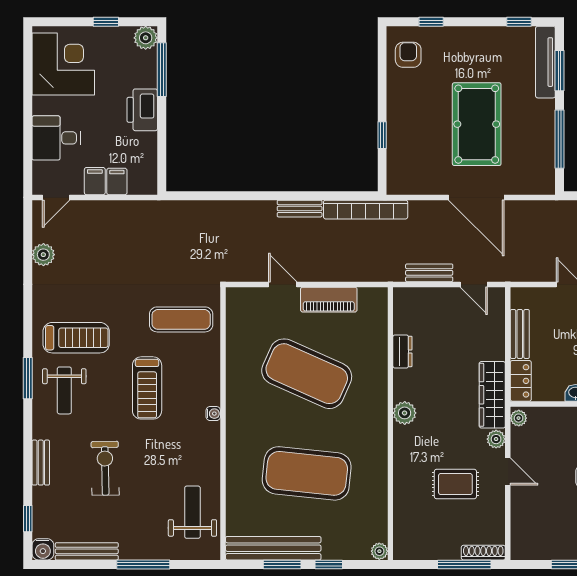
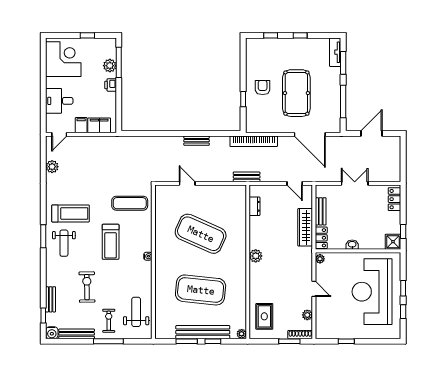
window: (519, 22) -> (300, 35), moved
plant: (146, 38) -> (110, 66), moved
armchair: (408, 55) -> (263, 87), moved
tv unit: (545, 62) -> (335, 52), width x0.71
printer: (142, 110) -> (111, 85), width x0.53, depth x0.68
filing cabinet: (117, 181) -> (99, 125), width x2.00
door: (476, 197) -> (310, 134), moved
bookcase: (366, 210) -> (254, 141), moved
bench: (429, 273) -> (247, 177), moved
piano: (329, 300) -> (213, 192), removed
dresser: (402, 351) -> (254, 206), moved
wardrobe: (492, 395) -> (305, 227), moved
plant: (496, 439) -> (307, 315), moved
bench: (41, 463) -> (51, 299), moved
rug: (455, 484) -> (264, 316), moved, turned 90
exercise bike: (144, 528) -> (109, 321), added
bench: (273, 548) -> (203, 332), moved
window: (464, 564) -> (289, 341), width x0.69

